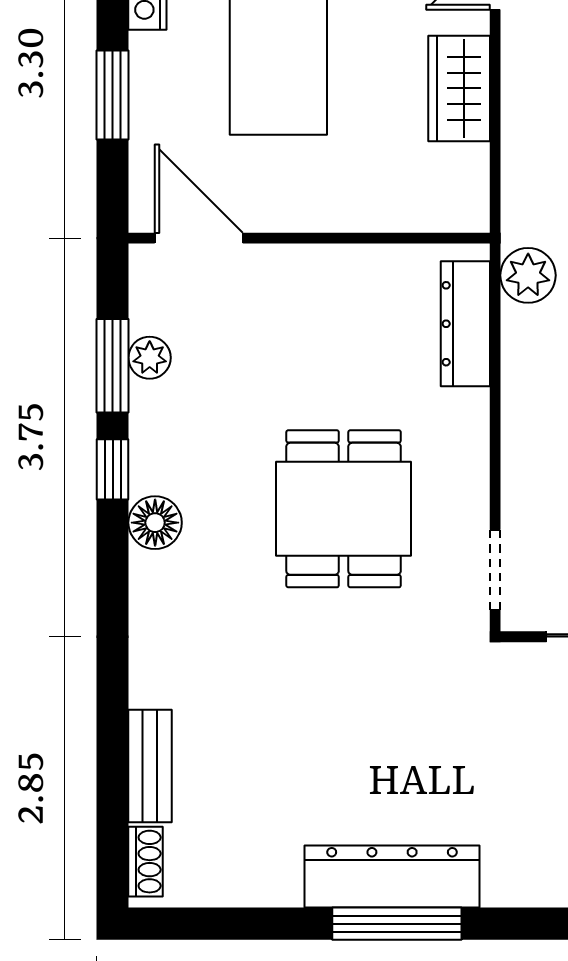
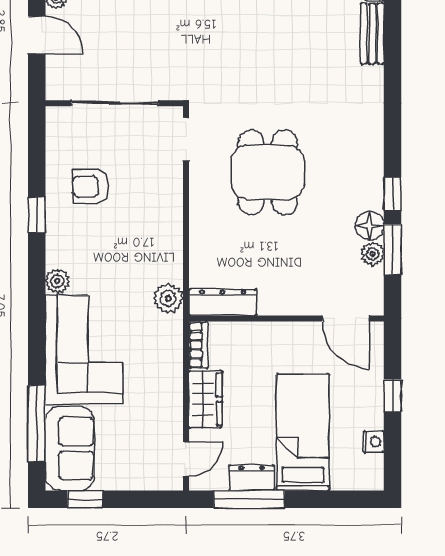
window: (113, 95) -> (393, 396), width x0.67
bookcase: (473, 189) -> (198, 345), added
dresser: (465, 324) -> (223, 302), moved, turned -90
floor lamp: (155, 523) -> (370, 226), moved

